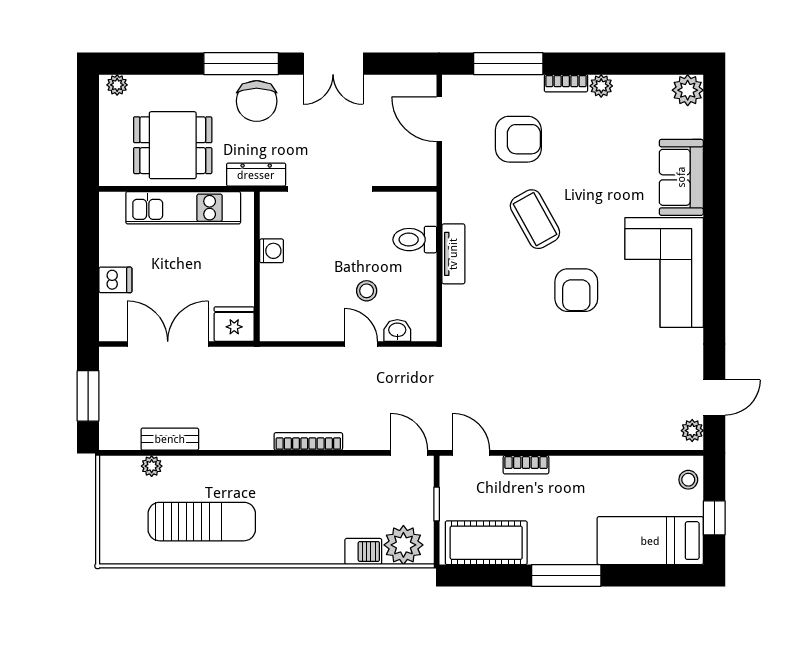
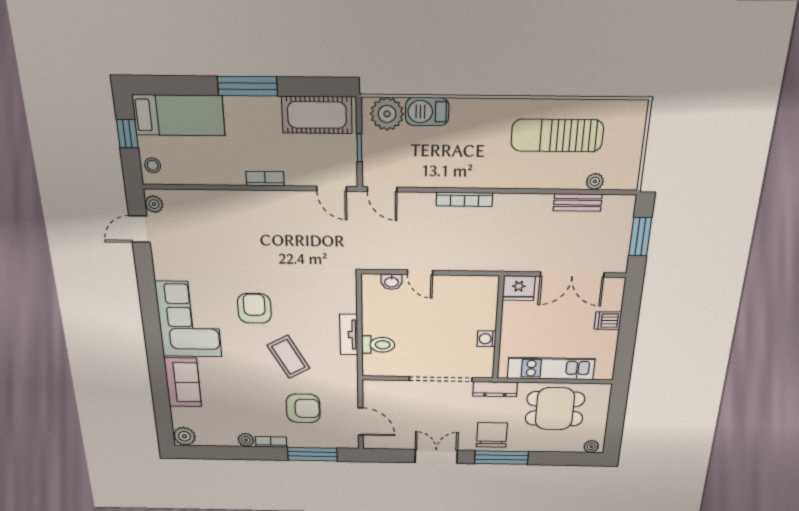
armchair: (518, 139) -> (303, 408), turned 180
stool: (367, 291) -> (415, 310), removed
bookcase: (526, 465) -> (265, 179), moved
barbecue: (363, 551) -> (427, 112), width x1.38, depth x1.27

